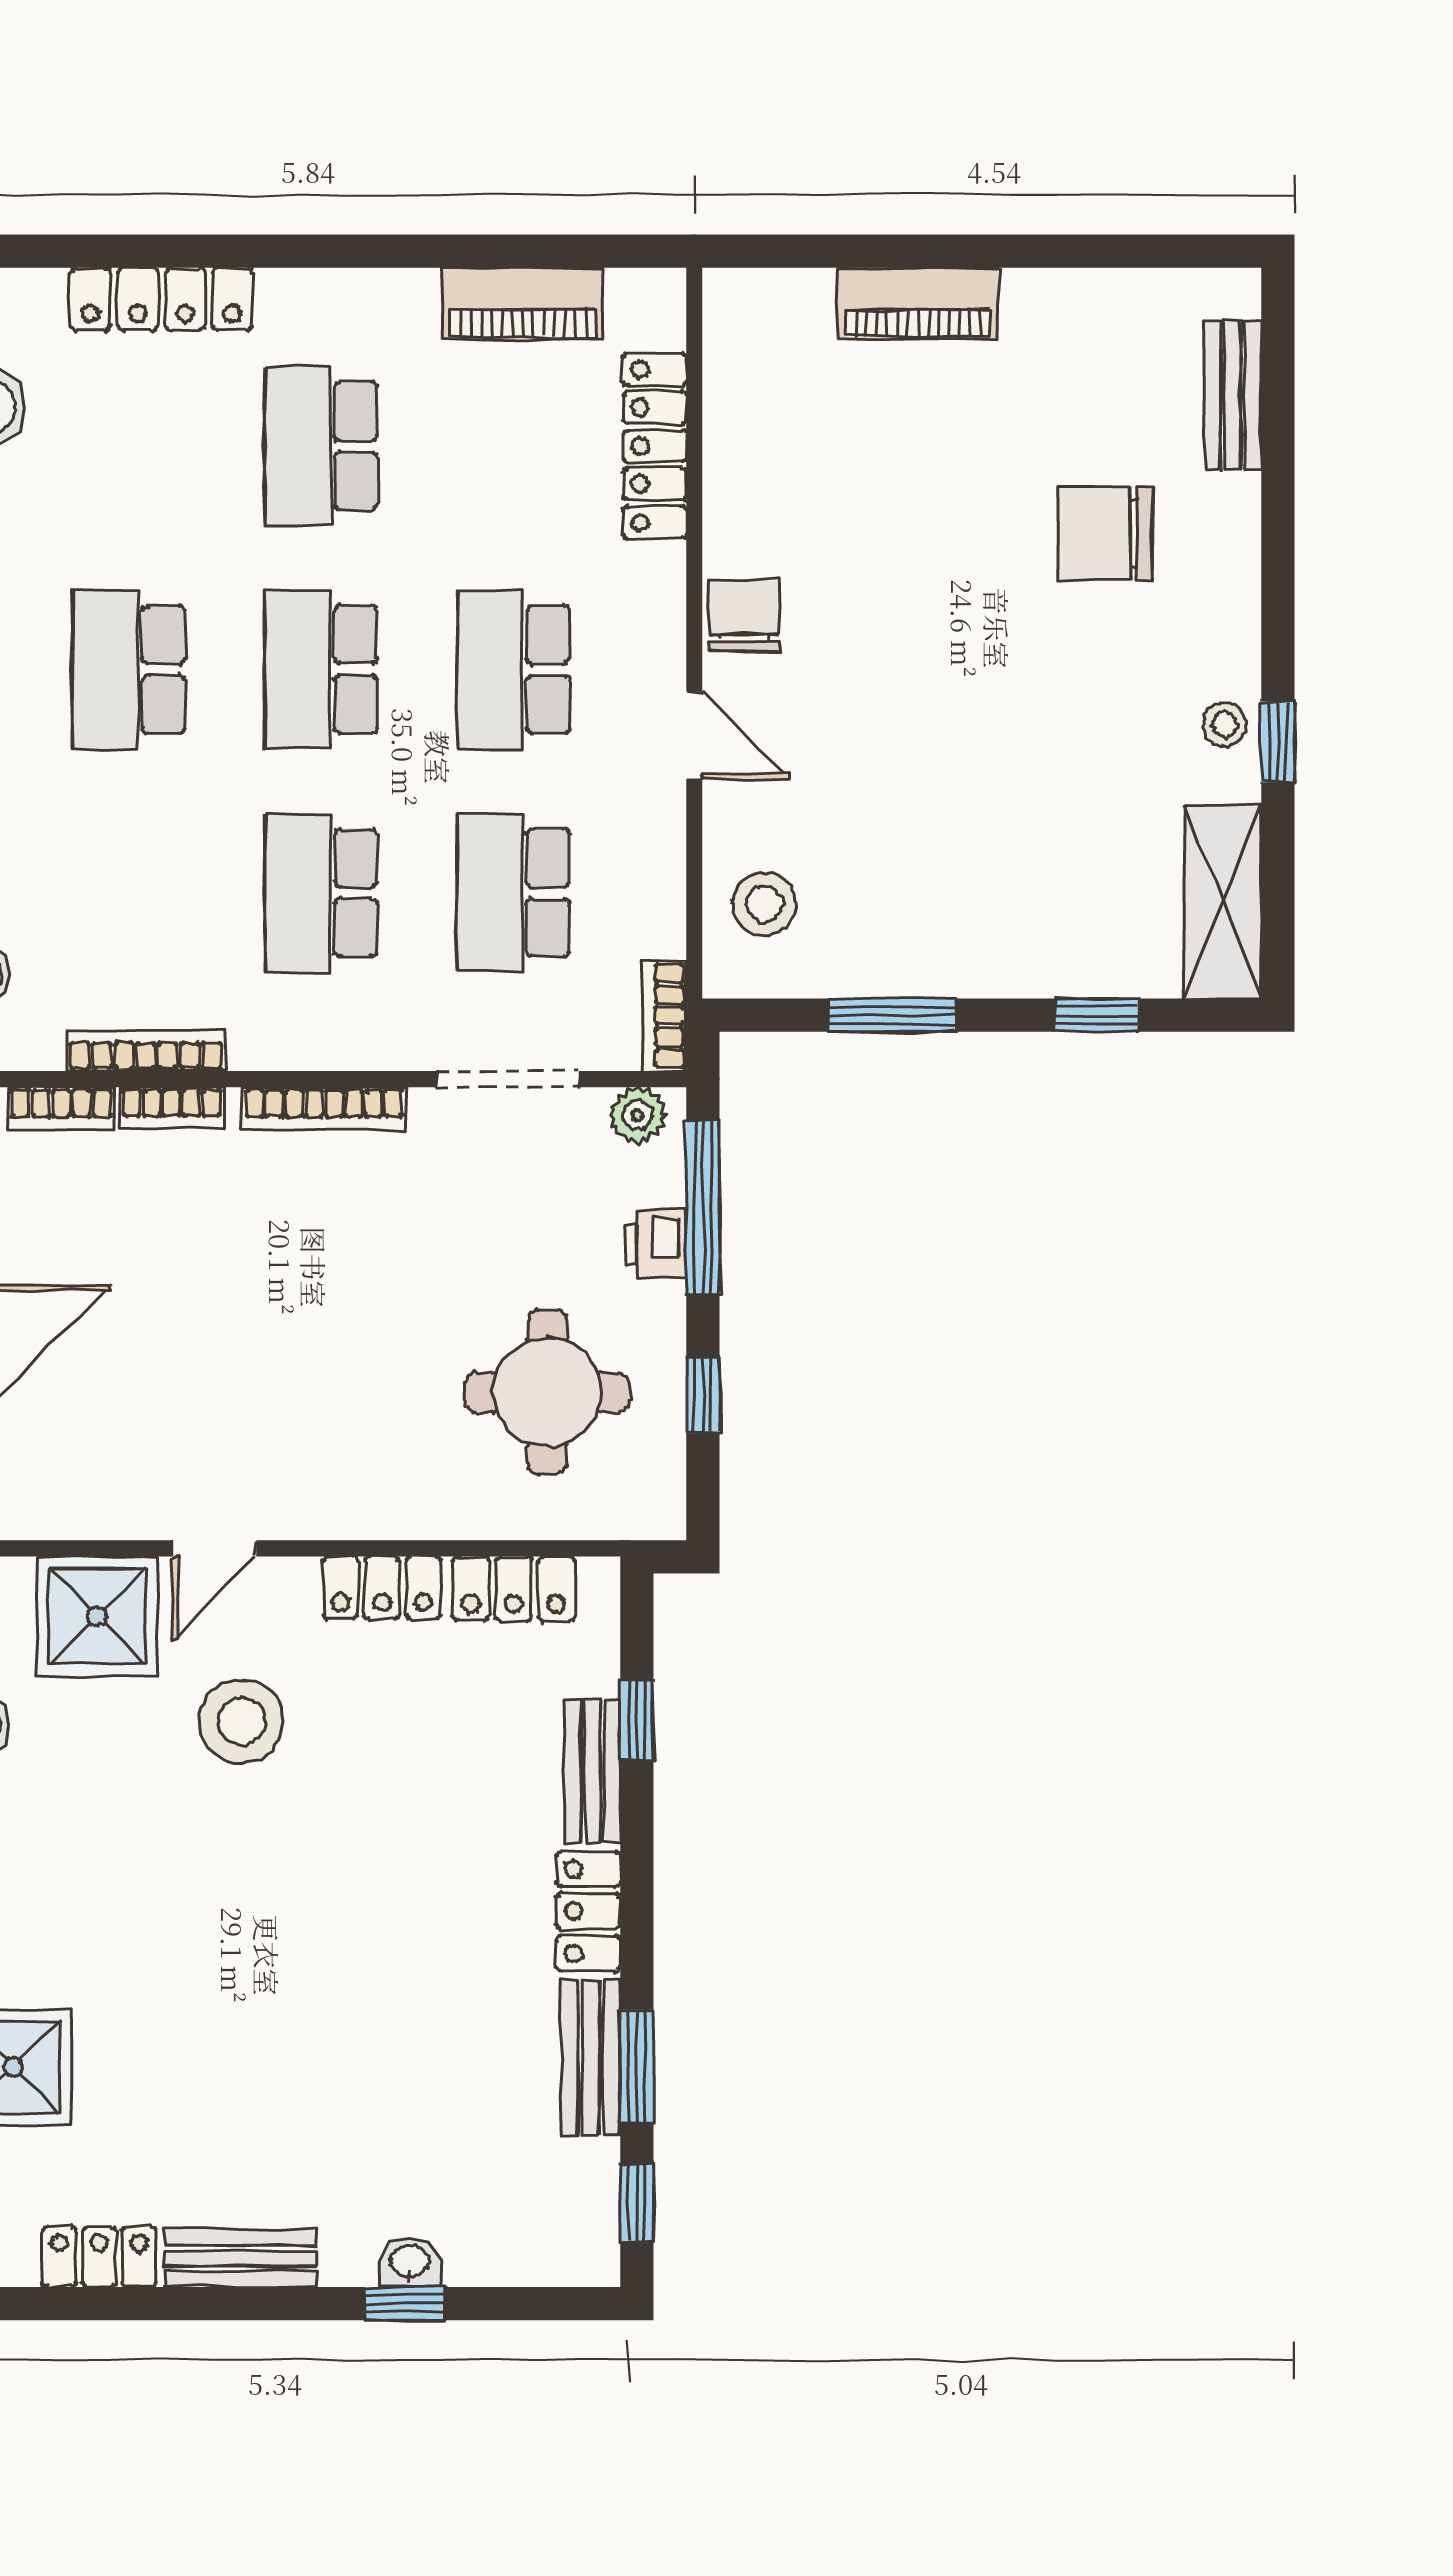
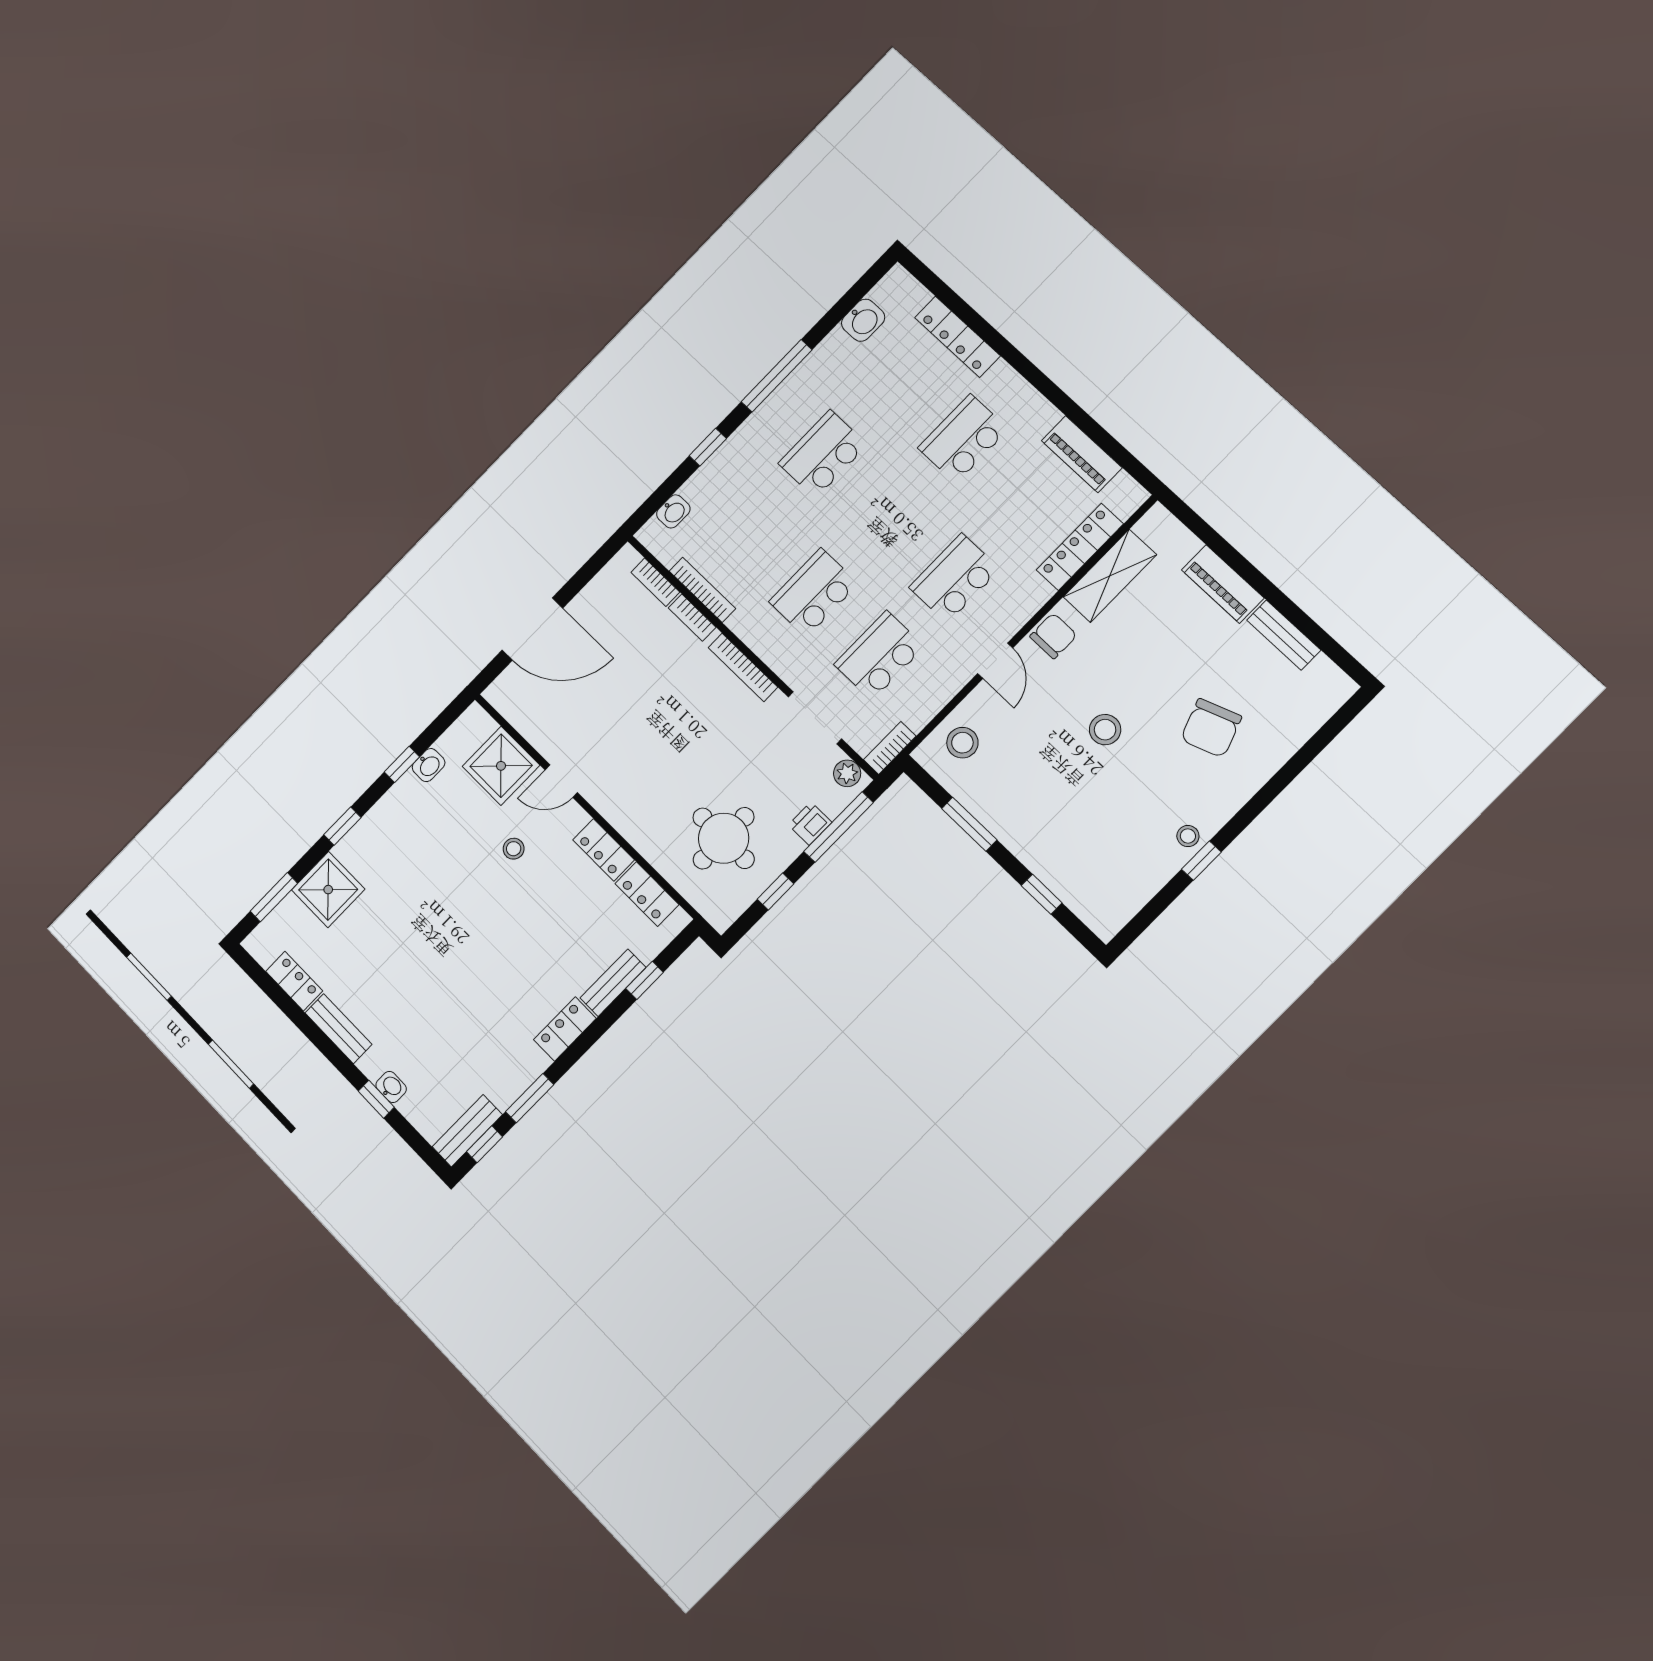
bench: (1233, 395) -> (1284, 635), moved, turned 90
chair: (1105, 533) -> (1211, 728), turned -110
school desk: (321, 669) -> (888, 516), removed
stool: (954, 683) -> (1105, 730), added
shelving: (1223, 902) -> (1110, 576), moved
stool: (242, 1721) -> (514, 849), width x0.53, depth x0.53
bench: (591, 2057) -> (467, 1131), moved

